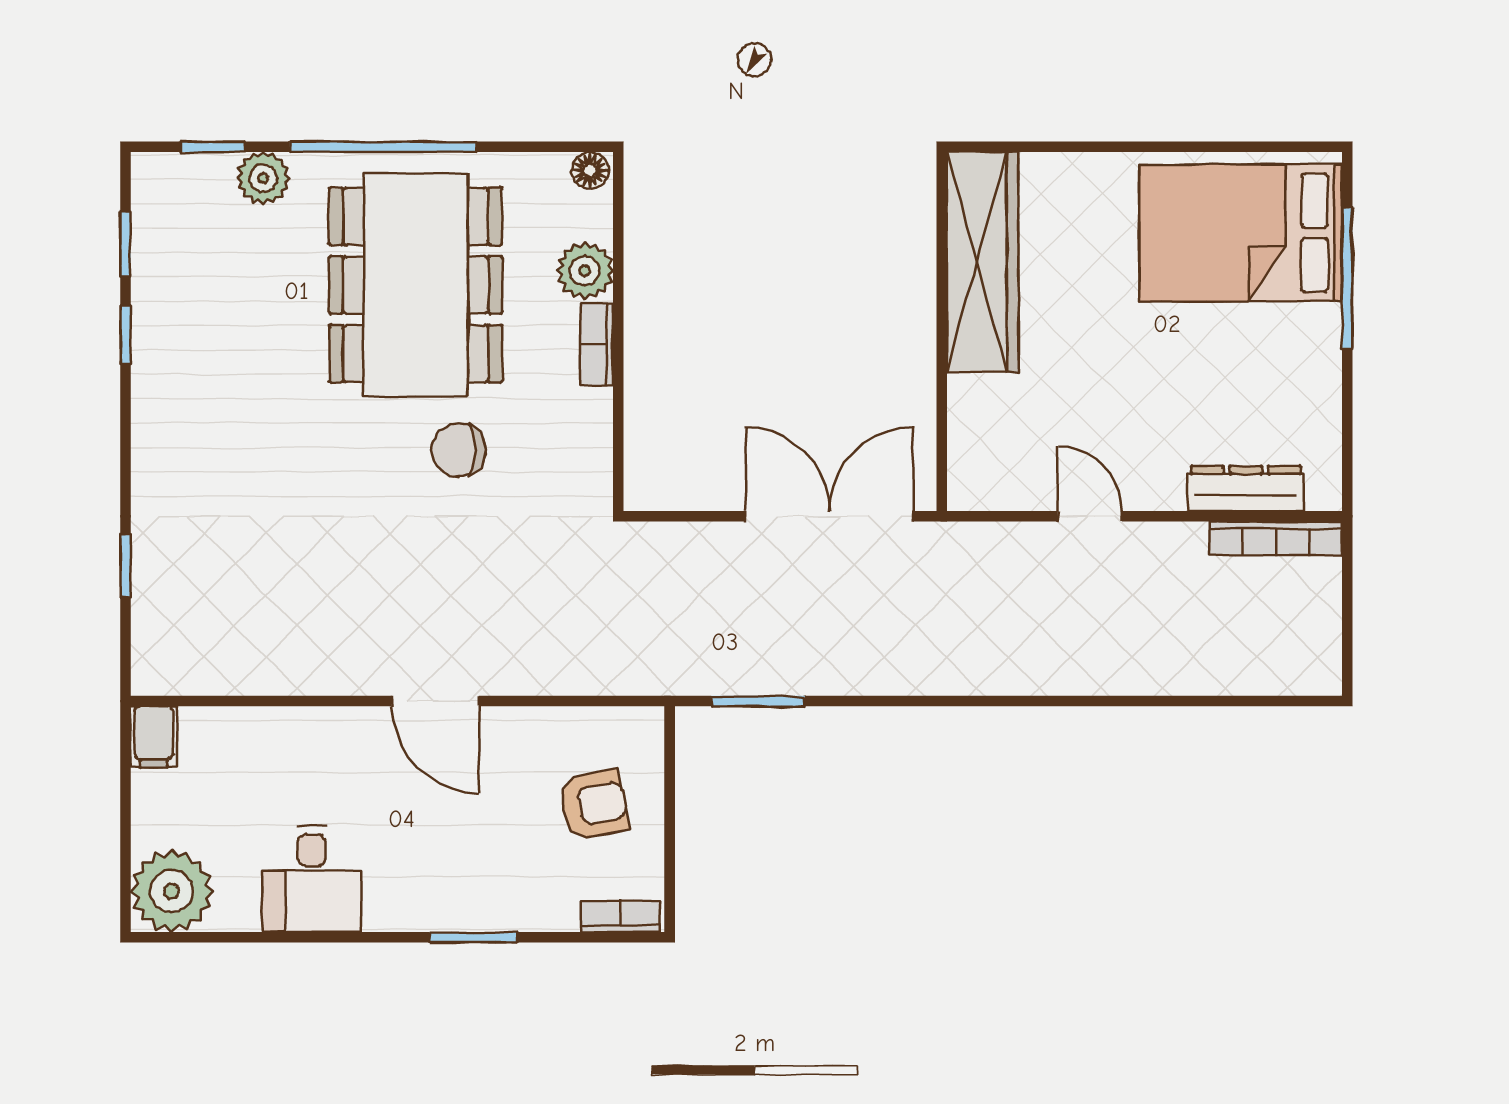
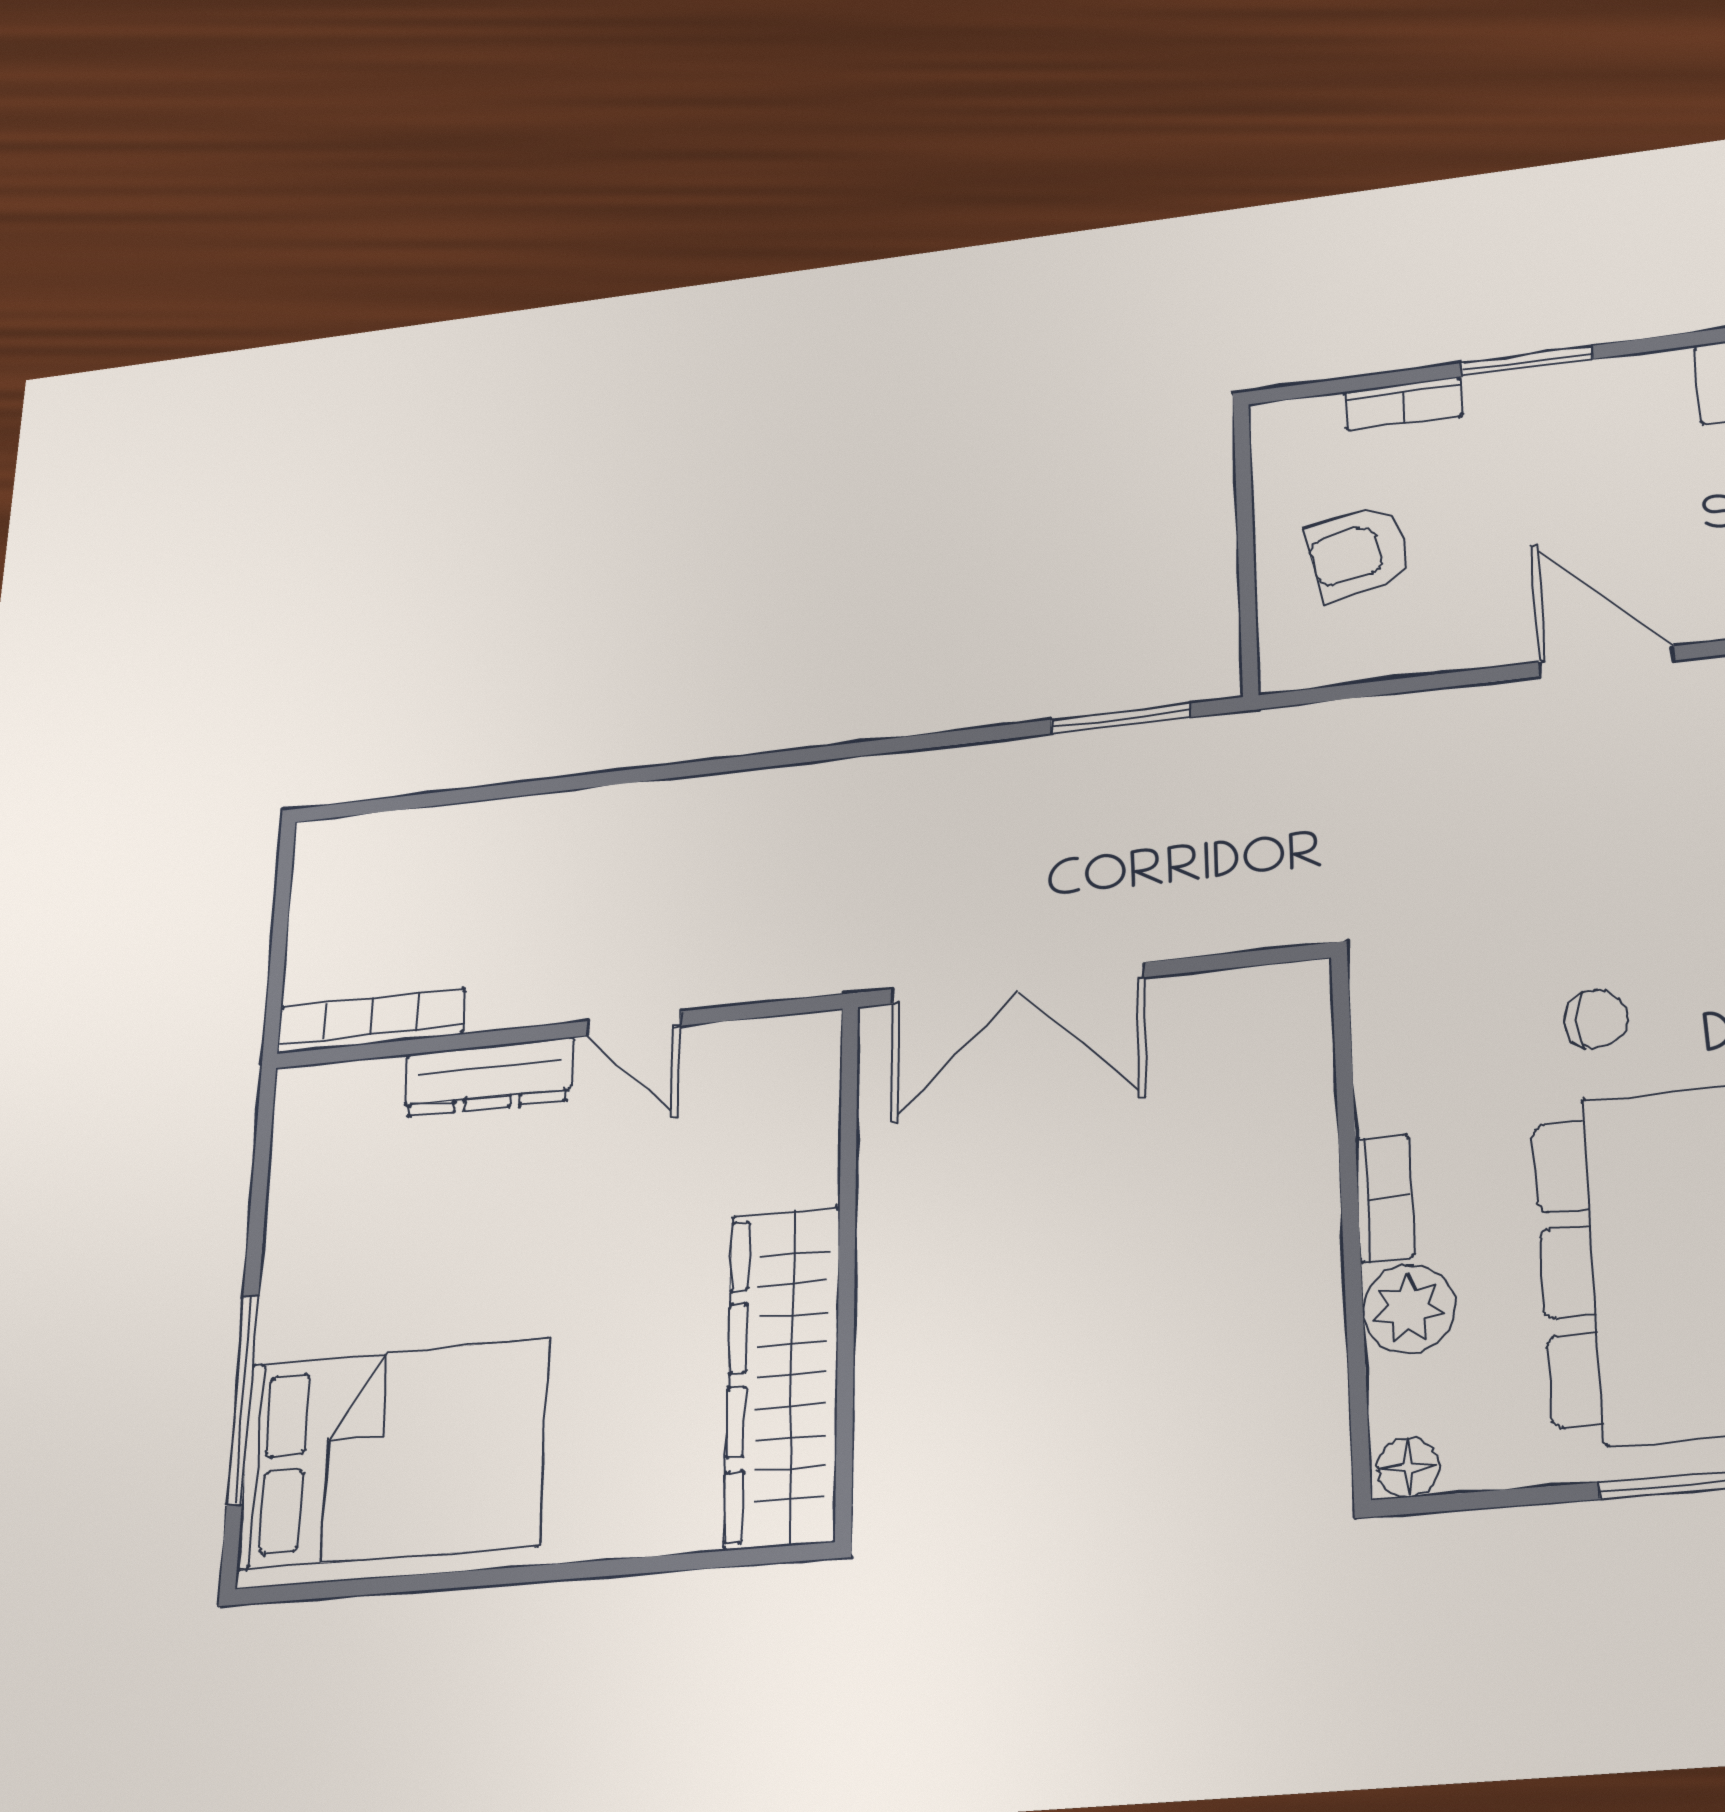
chair: (459, 450) -> (1596, 1019), width x0.73, depth x0.73
dresser: (1246, 488) -> (488, 1077), moved
bookcase: (620, 916) -> (1403, 404), moved

